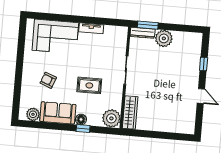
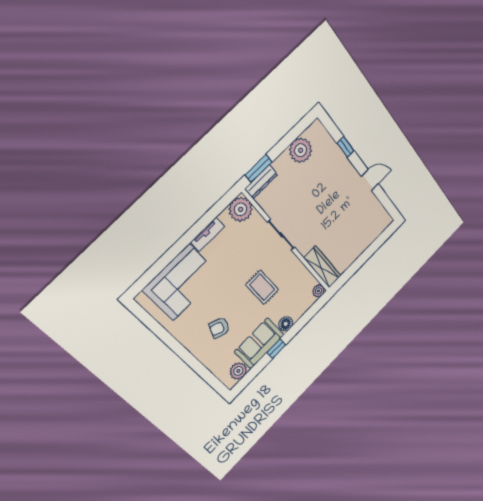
plant: (119, 35) -> (241, 209), added
plant: (164, 38) -> (301, 150), moved
rug: (89, 85) -> (262, 287), turned 90
plant: (111, 118) -> (319, 291), width x0.53, depth x0.53
window: (83, 128) -> (276, 349), moved

